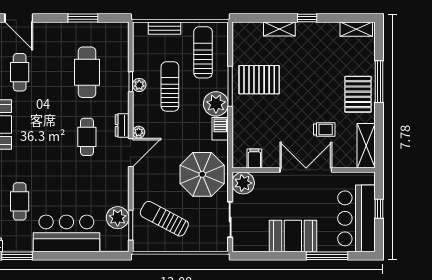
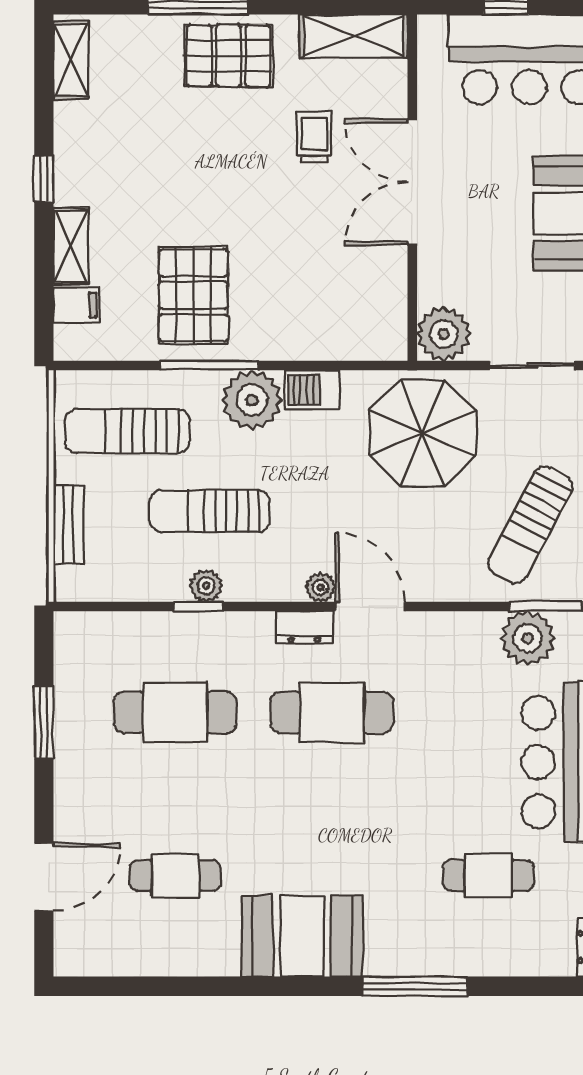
cafe table: (87, 137) -> (332, 712), width x1.37, depth x1.35
filing cabinet: (254, 159) -> (77, 305), moved, turned 180

